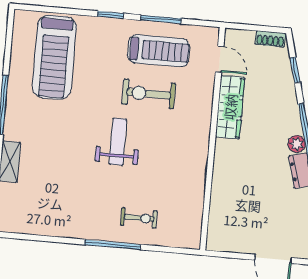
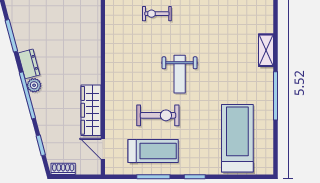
treadmill: (159, 51) -> (153, 151), turned 180

